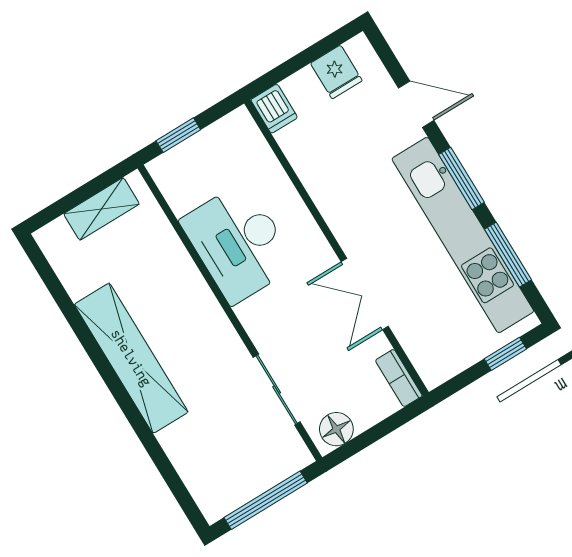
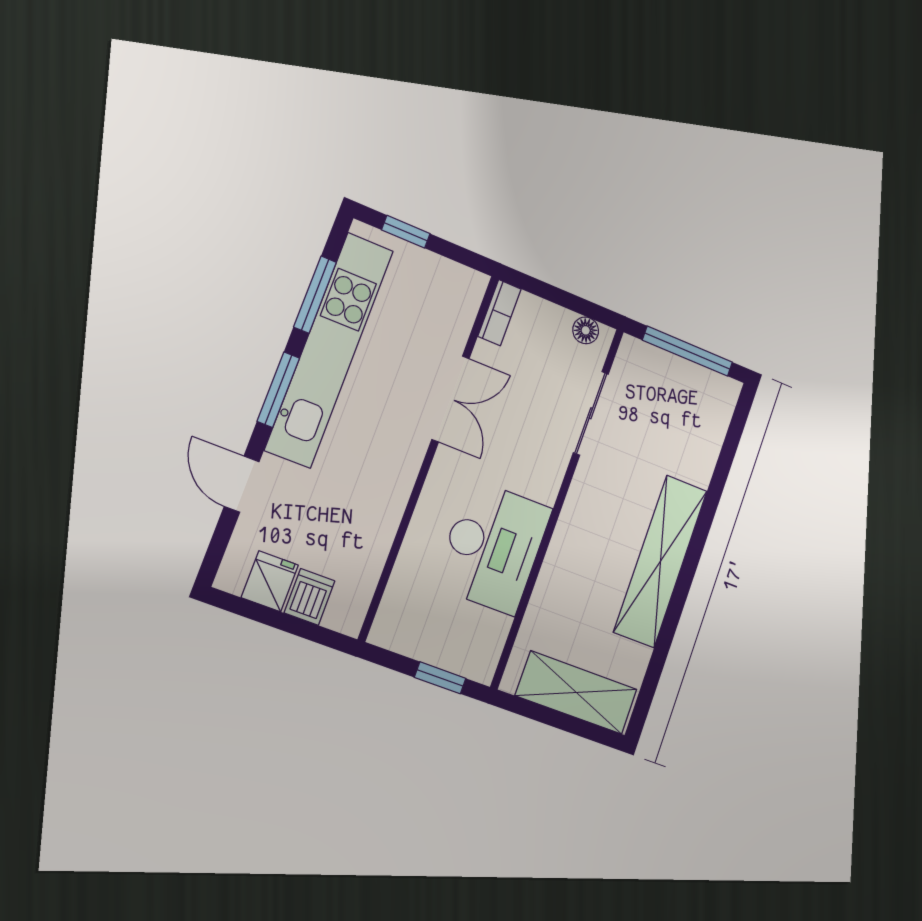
dishwasher: (274, 109) -> (309, 597), moved
shelving: (102, 209) -> (576, 692), width x1.50, depth x1.33
floor lamp: (336, 429) -> (586, 330), width x0.73, depth x0.73

